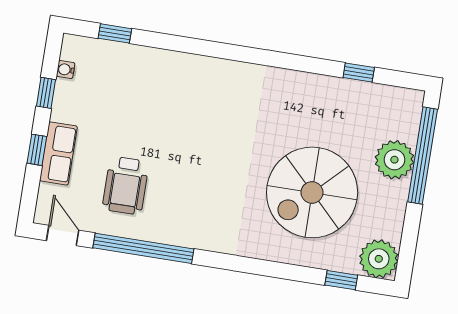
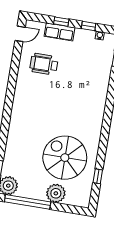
window: (423, 155) -> (28, 202), moved
spiral stairs: (312, 192) -> (65, 158), moved
window: (143, 248) -> (14, 73), removed

